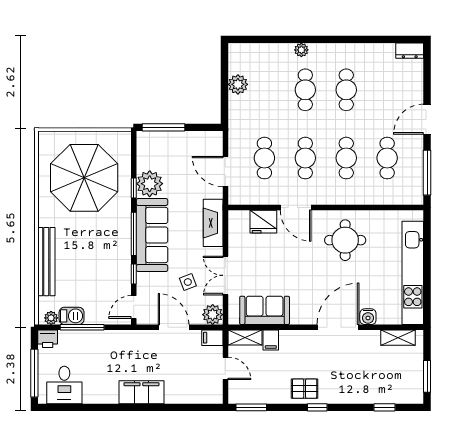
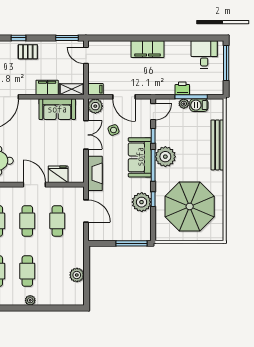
sofa: (152, 235) -> (140, 157), width x0.73
plant: (117, 246) -> (165, 157), added
plant: (51, 318) -> (184, 104), moved
printer: (48, 339) -> (182, 88), moved
filing cabinet: (271, 340) -> (47, 87), width x2.00
door: (225, 368) -> (86, 55), moved

